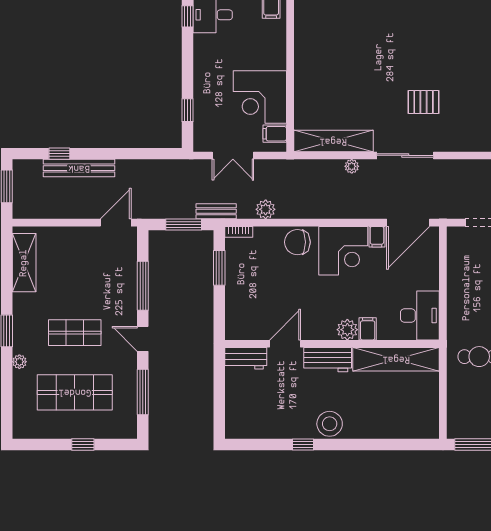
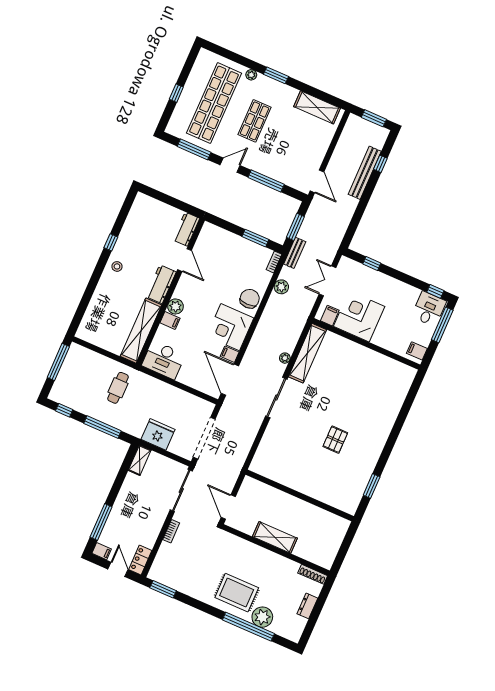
pallet: (424, 102) -> (335, 440), moved
shop shelf: (75, 392) -> (214, 103), width x1.40
stool: (330, 424) -> (117, 266), width x0.53, depth x0.53

